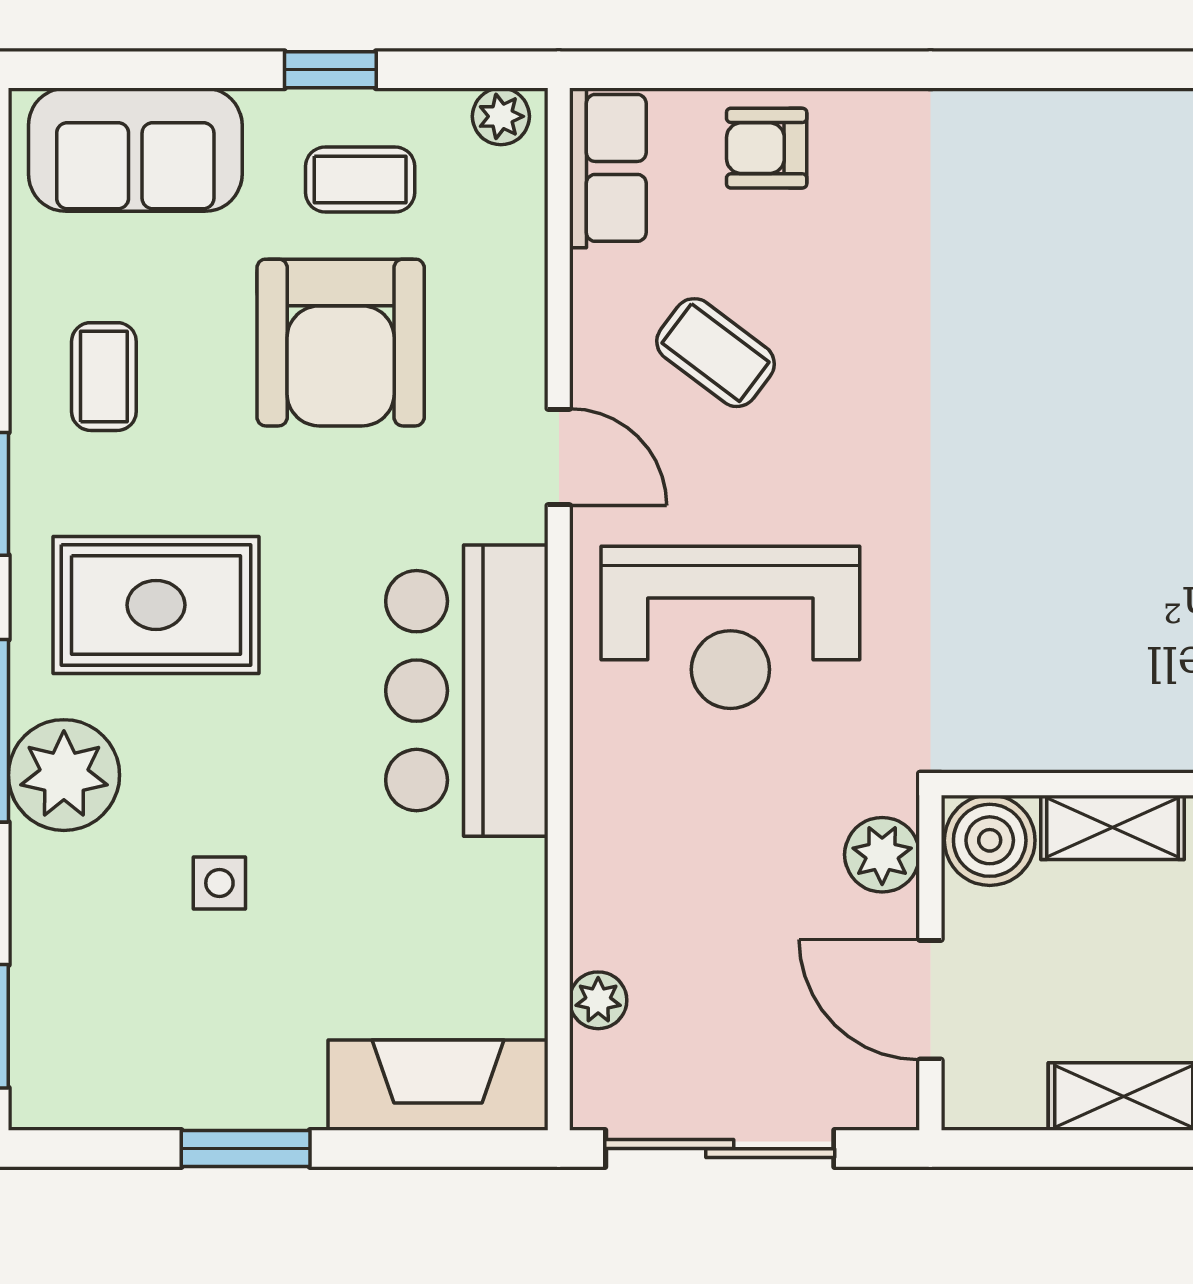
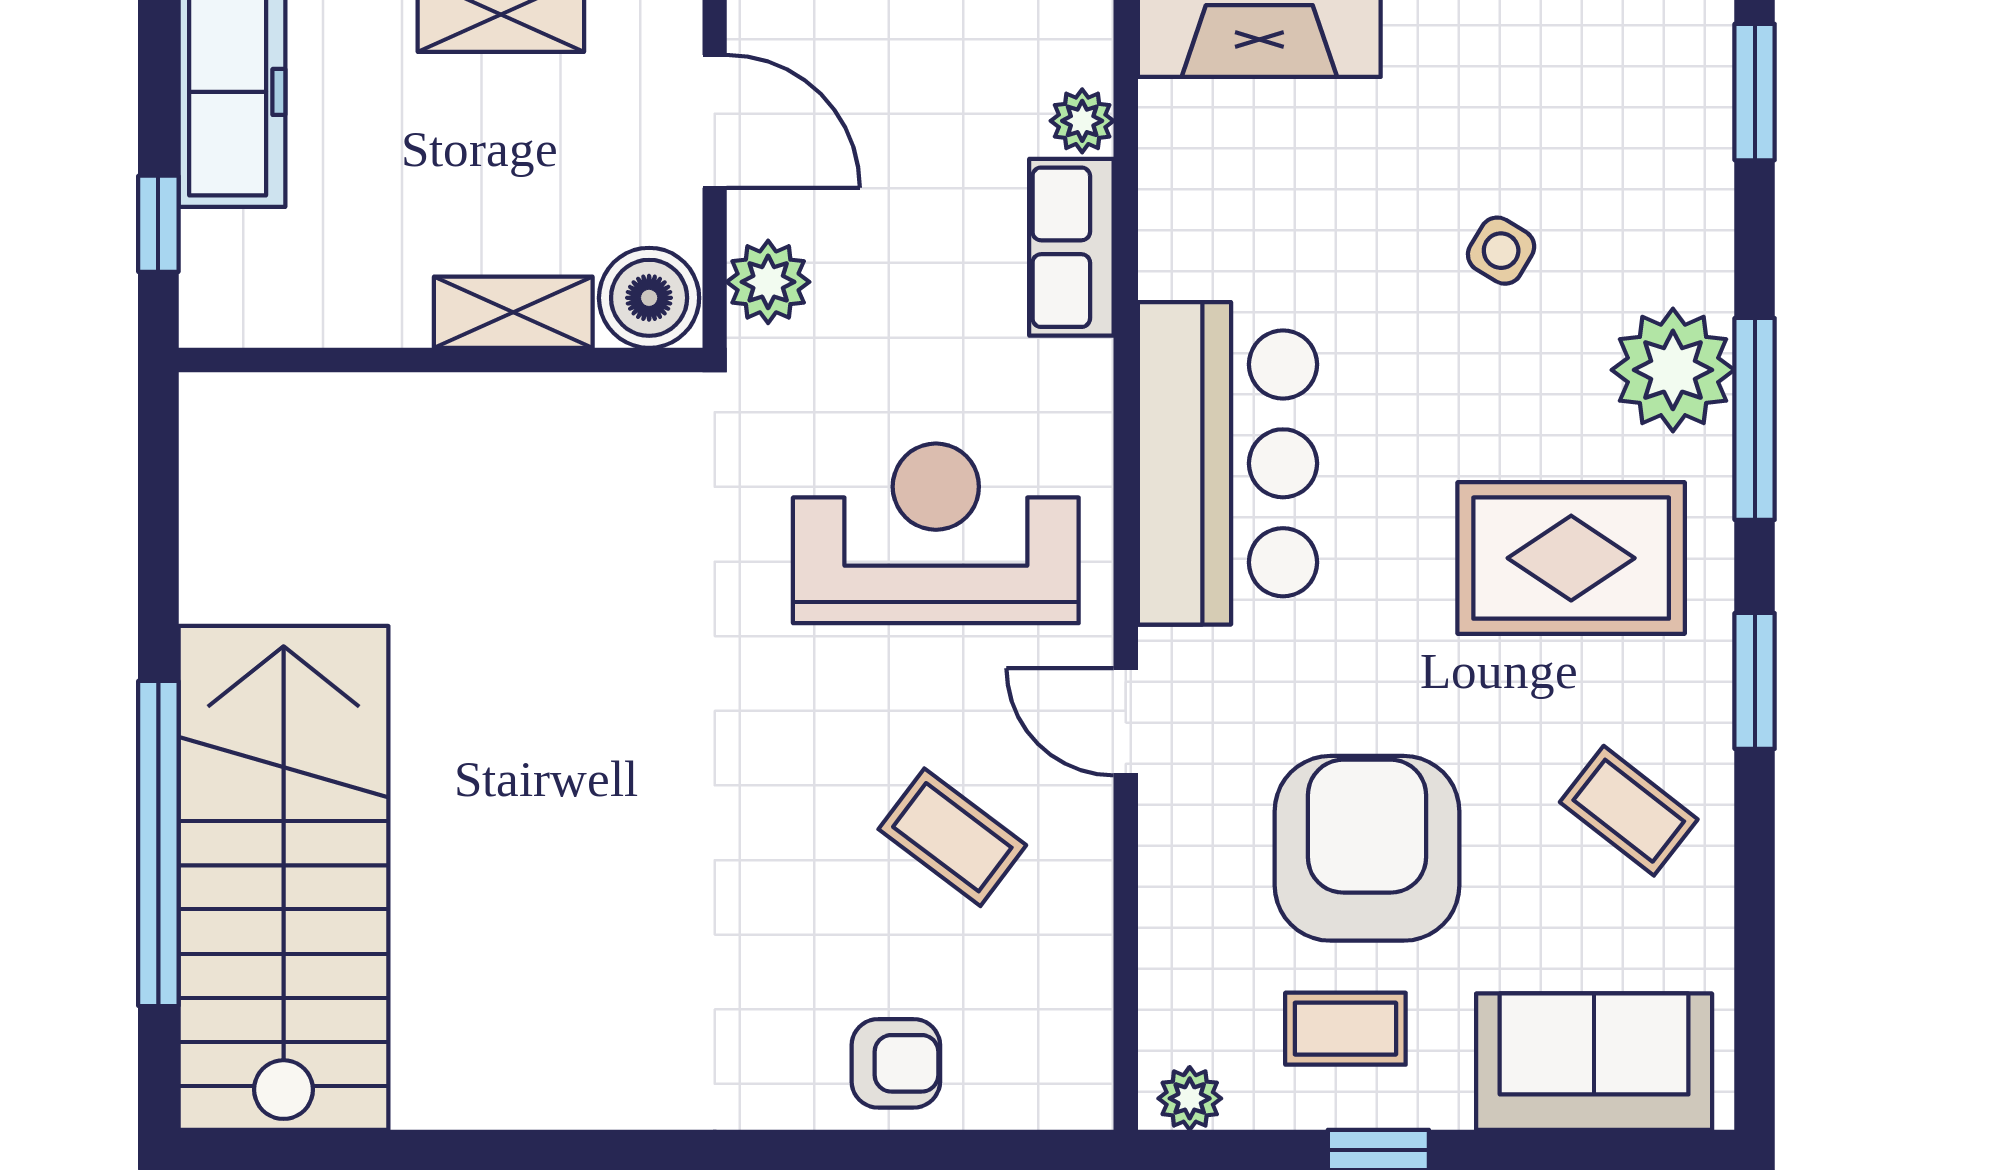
row of seats: (608, 168) -> (1071, 247), moved
coffee table: (104, 377) -> (1629, 811), turned -52
side table: (219, 883) -> (1501, 251), turned 31

